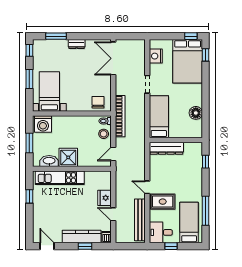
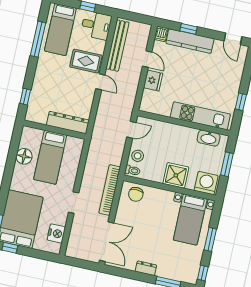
bookcase: (120, 116) -> (110, 190), moved
bed: (159, 117) -> (50, 157), moved
shower: (68, 157) -> (176, 175), moved

